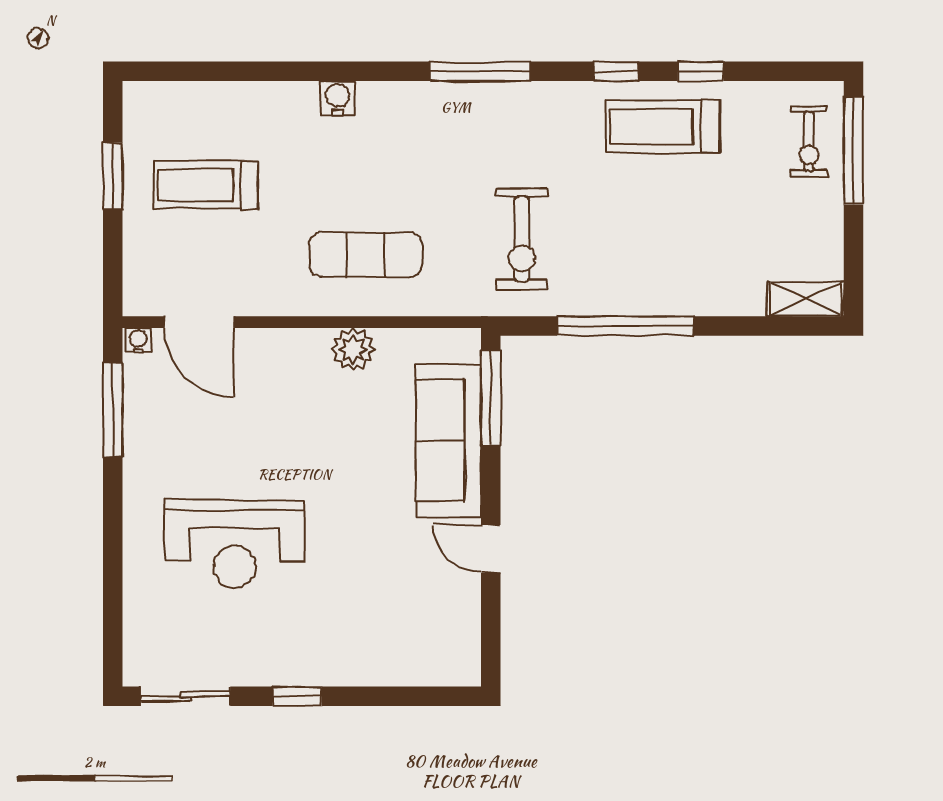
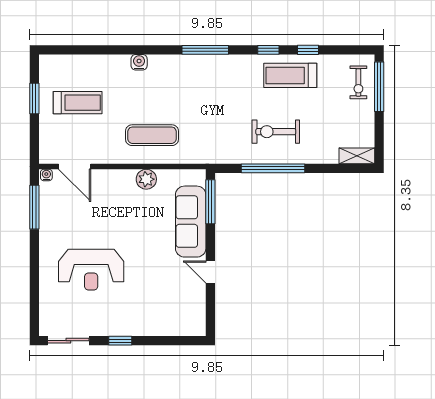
treadmill: (206, 185) -> (78, 103), turned 180
exercise bike: (522, 239) -> (276, 132), moved, turned 90

